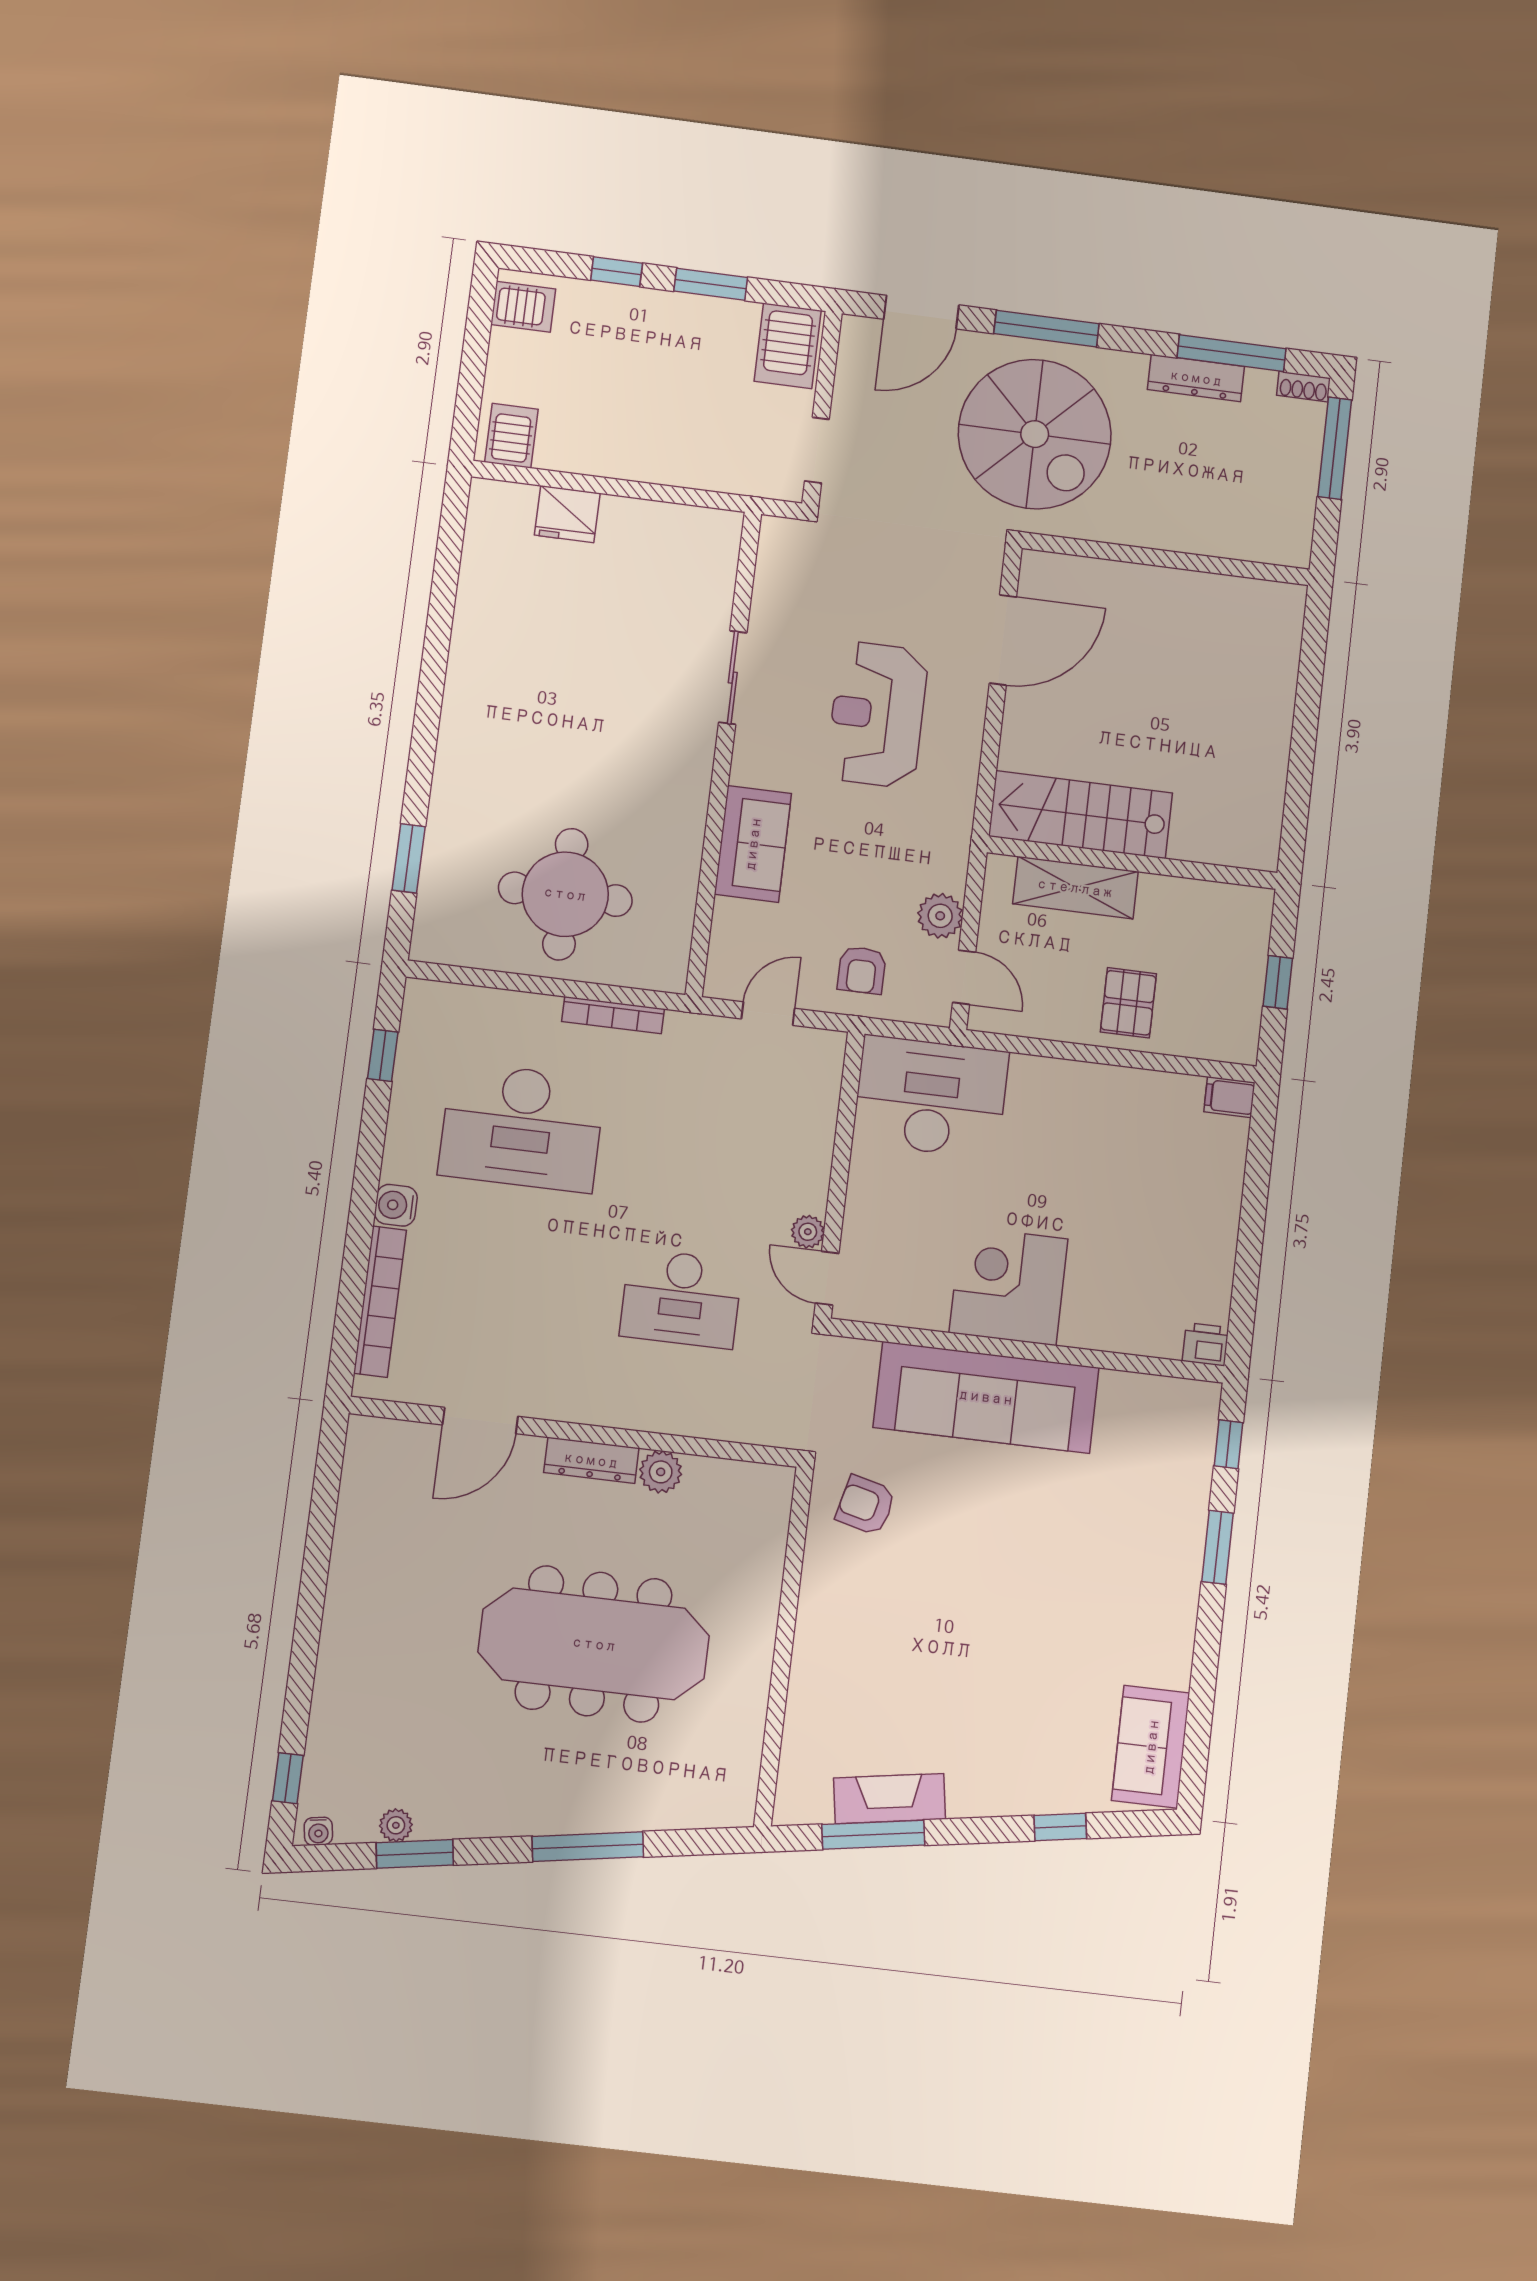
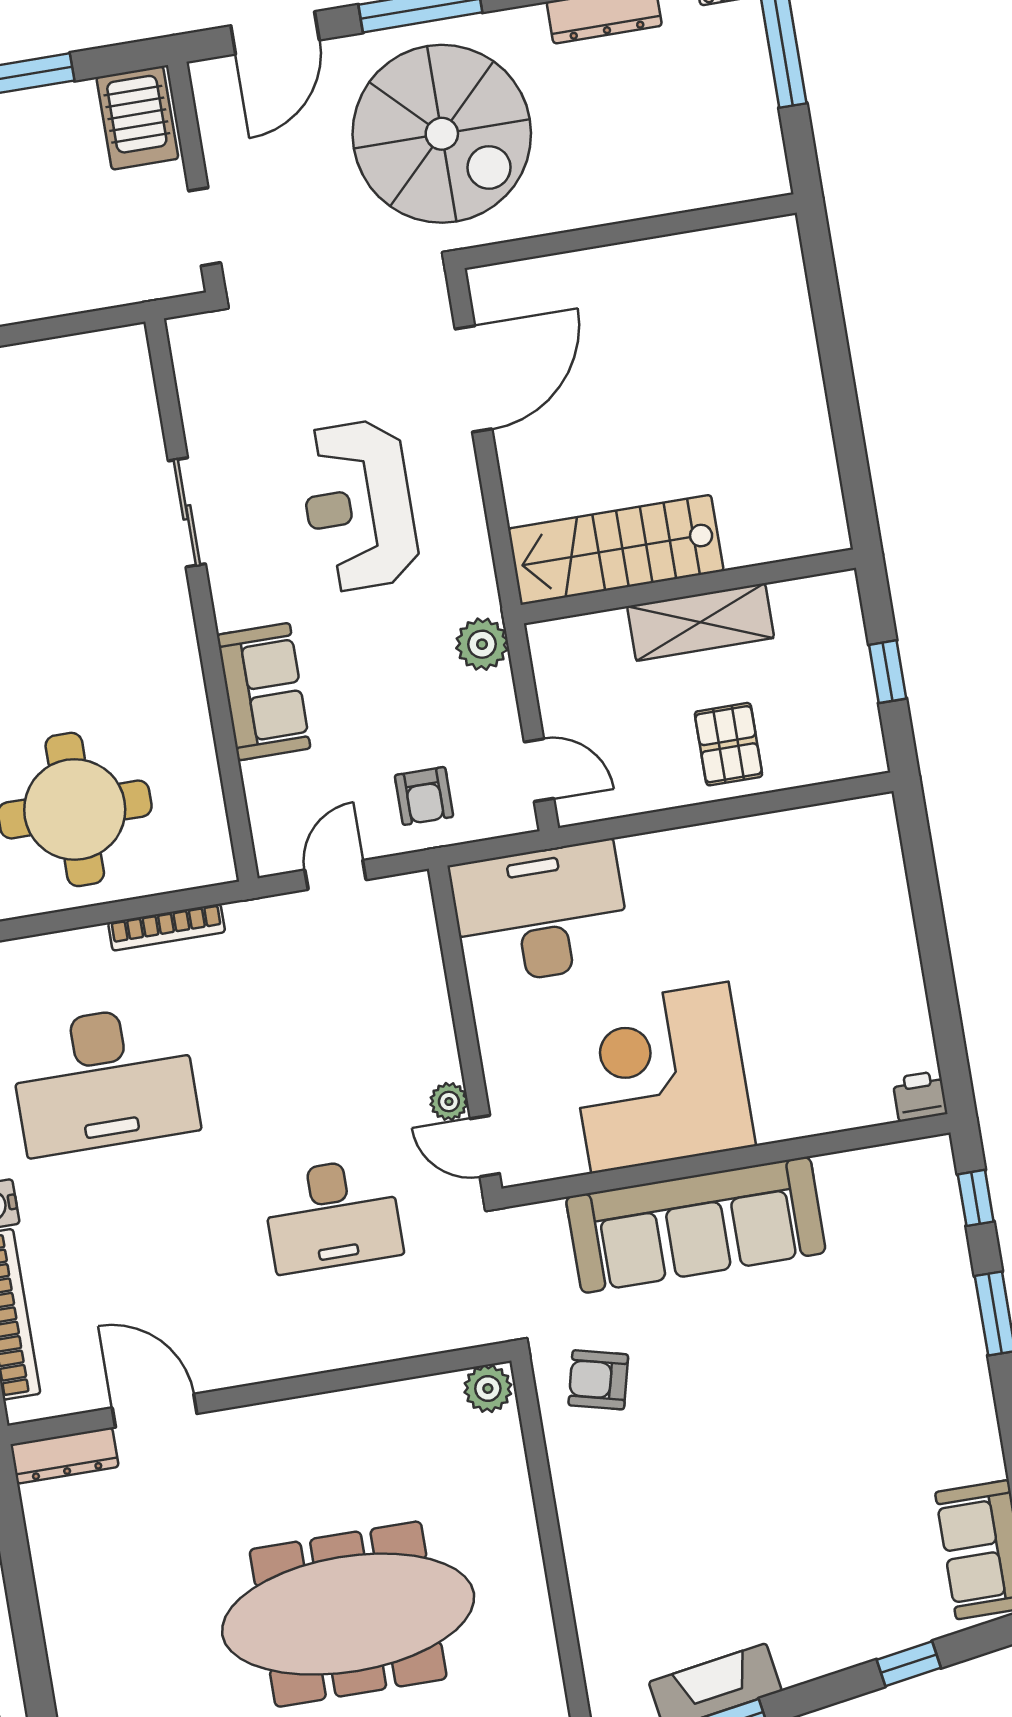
shelving: (1075, 888) -> (701, 622), moved
plant: (940, 916) -> (482, 644), moved
filing cabinet: (1229, 1097) -> (870, 816), removed
corner desk: (1009, 1286) -> (660, 1078), width x1.36, depth x1.36
door: (480, 1421) -> (155, 1411), swing flipped
dresser: (591, 1460) -> (65, 1456), moved
plant: (661, 1472) -> (488, 1388), moved

